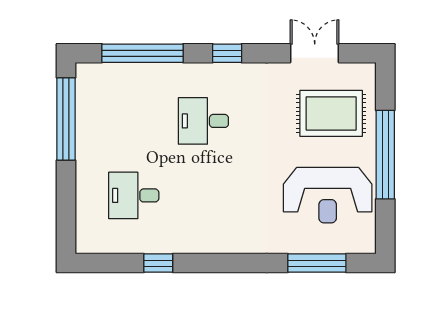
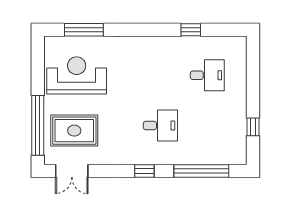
double door: (315, 53) -> (72, 171), moved
window: (66, 119) -> (253, 127), width x0.32
window: (385, 155) -> (38, 125), moved

